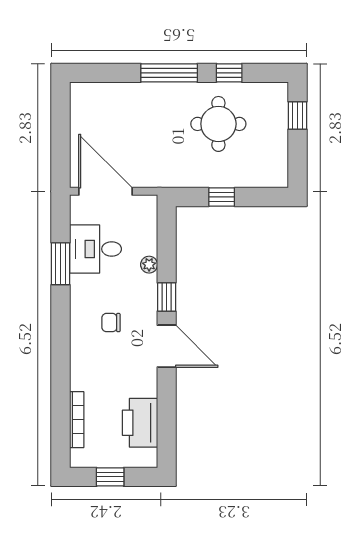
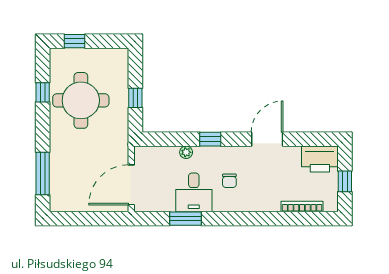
window: (169, 73) -> (43, 173), moved
round table: (218, 124) -> (81, 100), width x1.36, depth x1.36
desk: (95, 249) -> (194, 192), moved
door: (167, 346) -> (267, 139), moved
printer: (140, 423) -> (320, 159), moved

